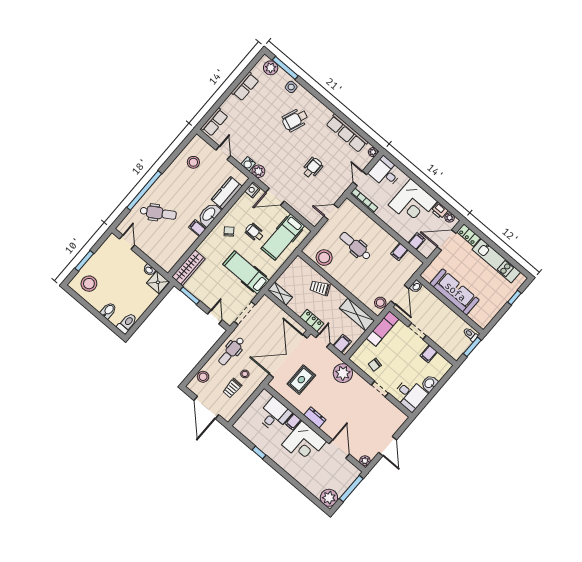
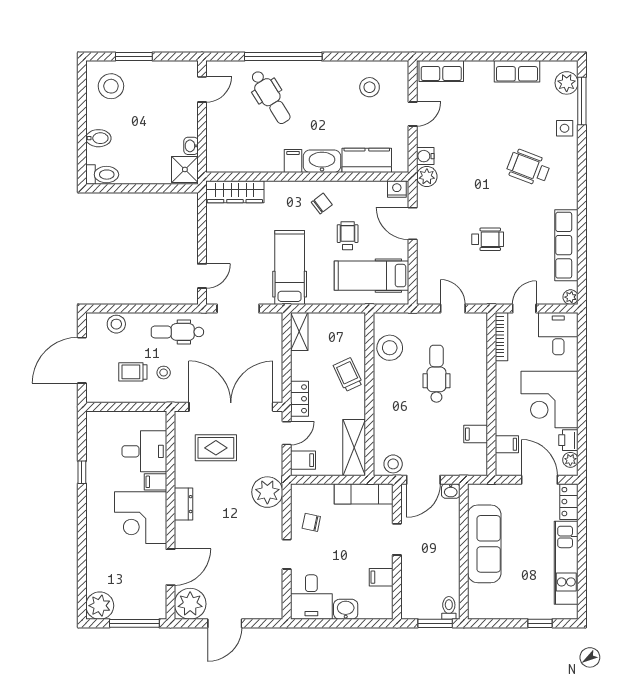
window: (190, 296) -> (202, 223), removed
plant: (365, 461) -> (190, 604), width x1.87, depth x1.87

